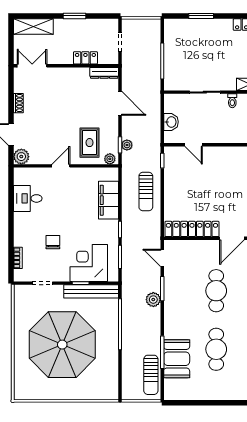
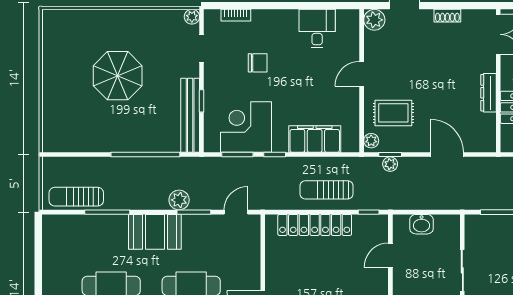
dresser: (104, 73) -> (489, 93), moved
door: (120, 103) -> (447, 155), swing flipped
door: (61, 166) -> (362, 74), swing flipped
locker: (192, 229) -> (315, 225), moved, turned 90
corner desk: (89, 263) -> (246, 127), moved, turned -90
plant: (19, 290) -> (192, 17), added
parasol: (62, 345) -> (118, 76), width x0.54, depth x0.54
booth: (177, 359) -> (155, 232), moved

